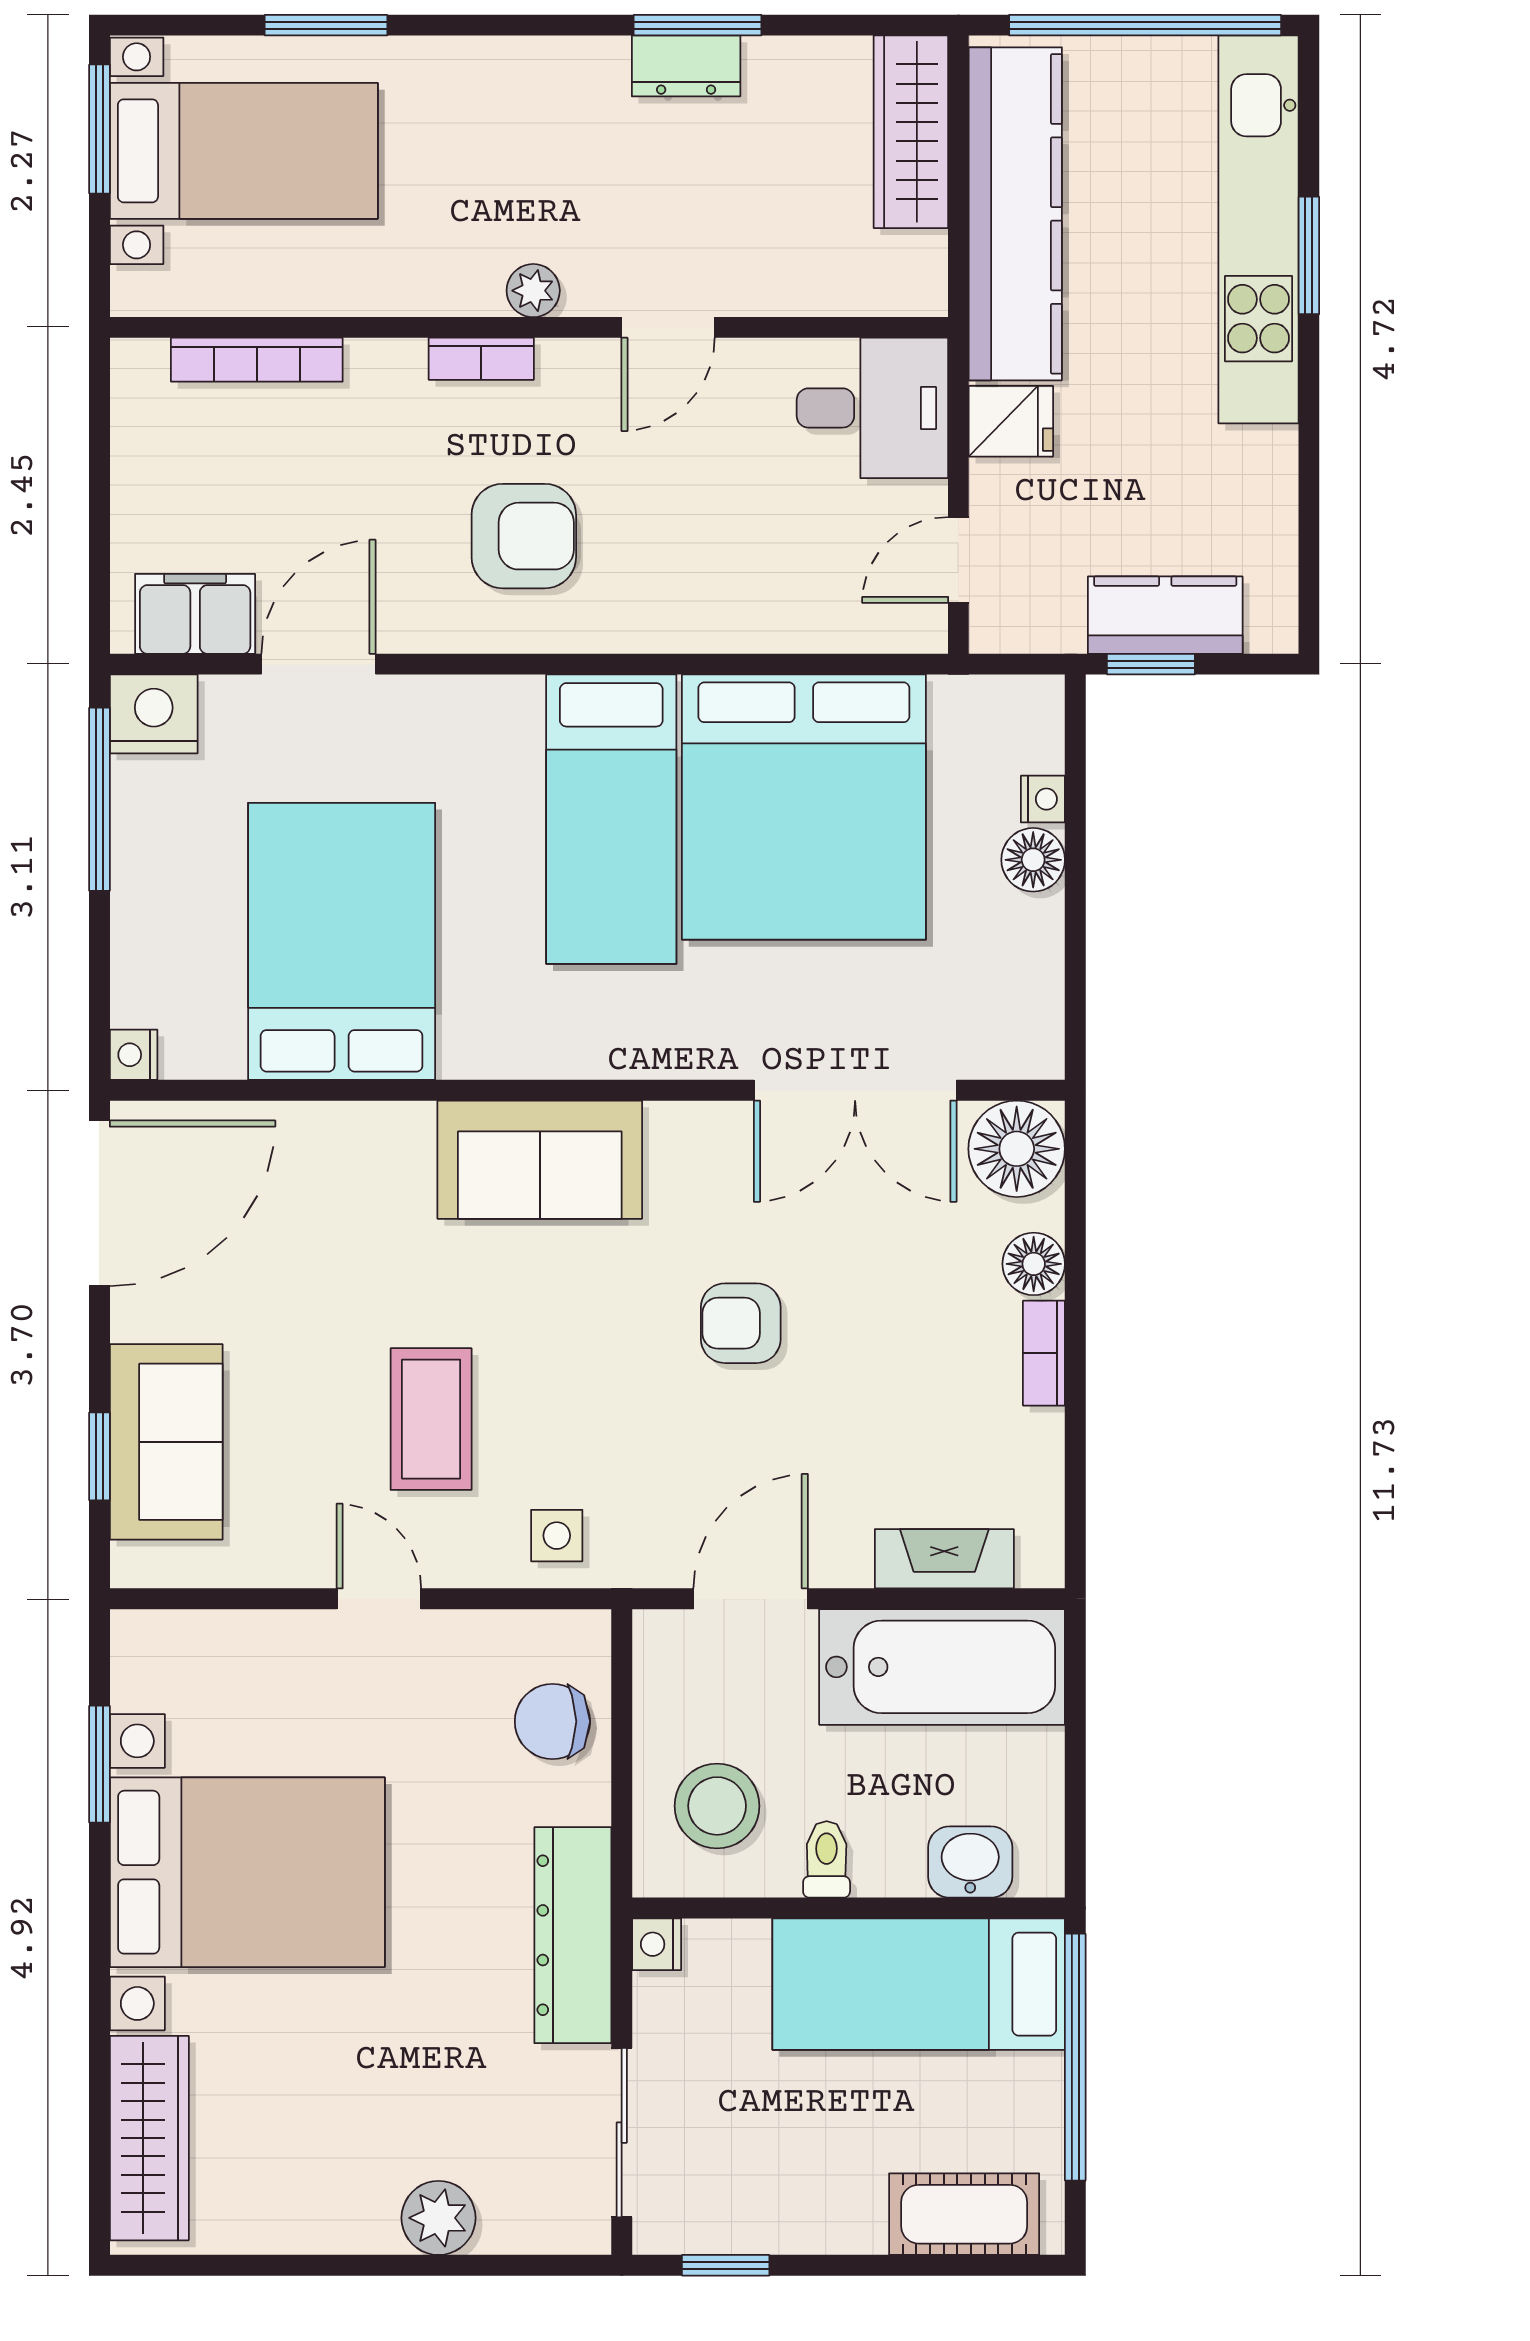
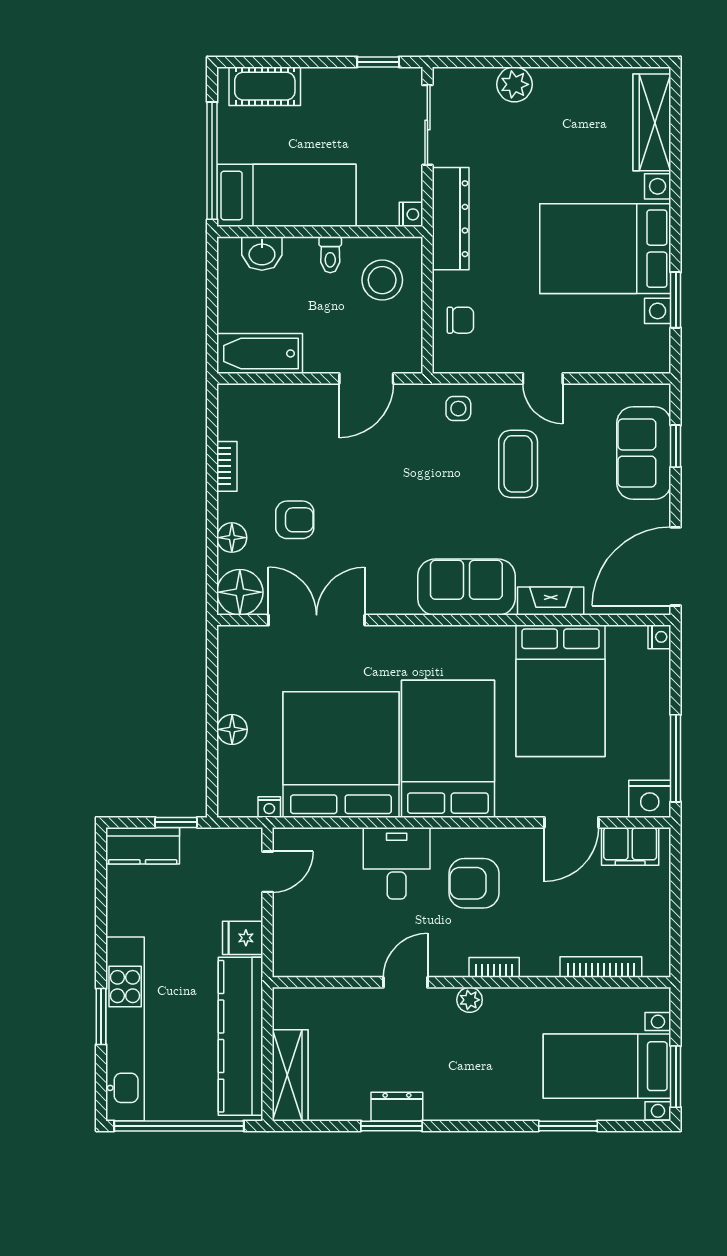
desk: (872, 408) -> (397, 863), moved, turned 90
kitchen counter: (1165, 615) -> (143, 846), moved
nightstand: (1043, 799) -> (269, 807), moved, turned -90
bed: (611, 819) -> (448, 749), width x1.50
armchair: (741, 1323) -> (295, 520), moved
bookcase: (1044, 1353) -> (227, 466), moved
fireplace: (944, 1559) -> (551, 601), moved, turned 180
bathtub: (942, 1667) -> (260, 353), width x0.73, depth x0.73
chair: (552, 1721) -> (460, 320), width x0.73, depth x0.73

